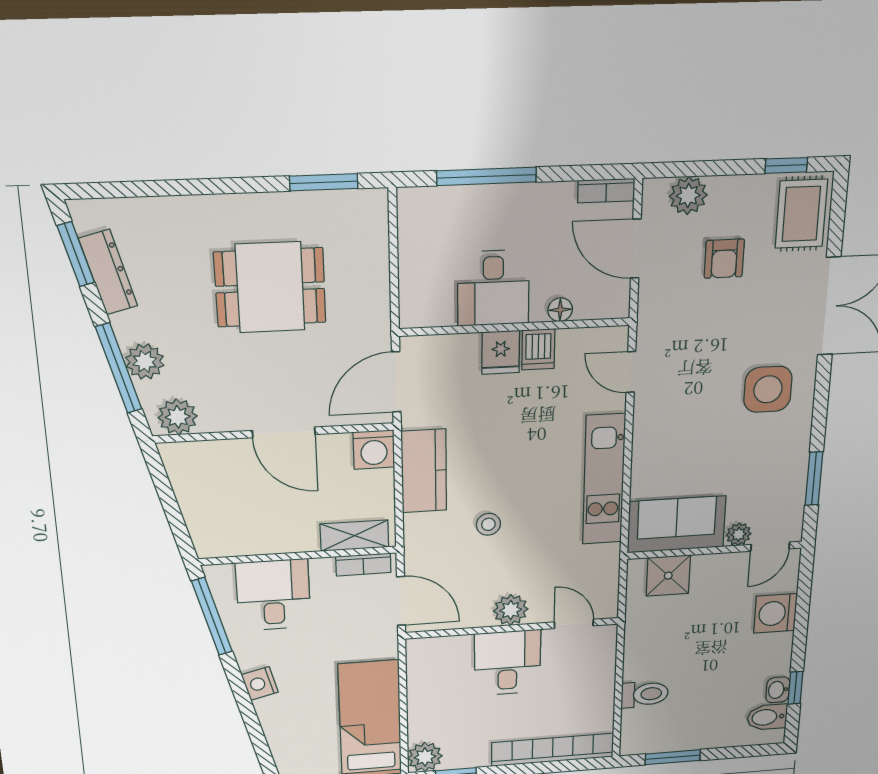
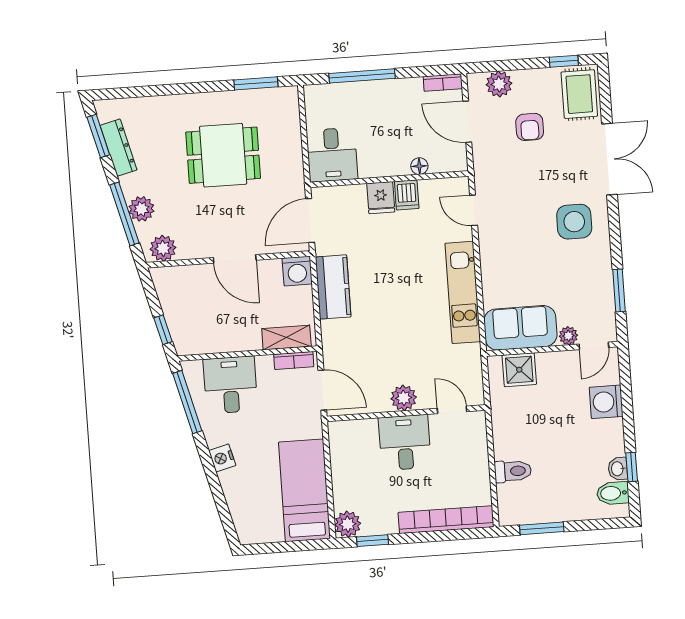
desk: (493, 288) -> (332, 155), moved
stool: (488, 524) -> (382, 328), removed
window: (178, 525) -> (163, 330), added

